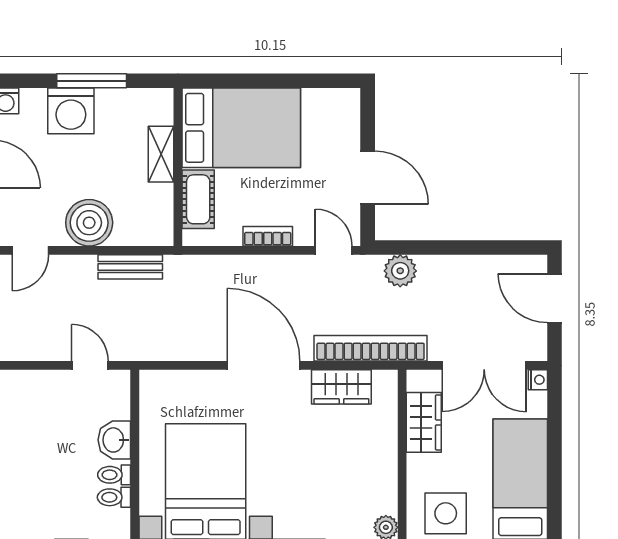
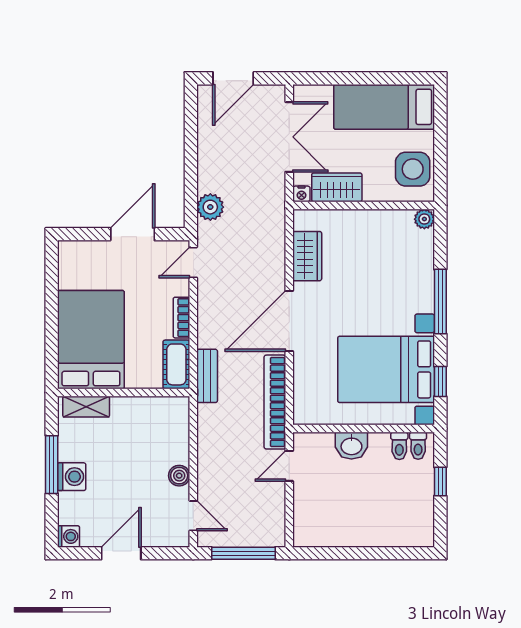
washing machine: (71, 111) -> (72, 477), width x0.73, depth x0.73
shelving: (161, 154) -> (86, 407), moved
cot: (198, 199) -> (176, 364), moved, turned 90
boiler: (89, 223) -> (179, 476), width x0.54, depth x0.54
bench: (130, 267) -> (207, 376), moved
bookcase: (371, 348) -> (275, 402), moved
nightstand: (538, 380) -> (301, 194), moved, turned 180
toilet: (114, 475) -> (418, 446), moved

